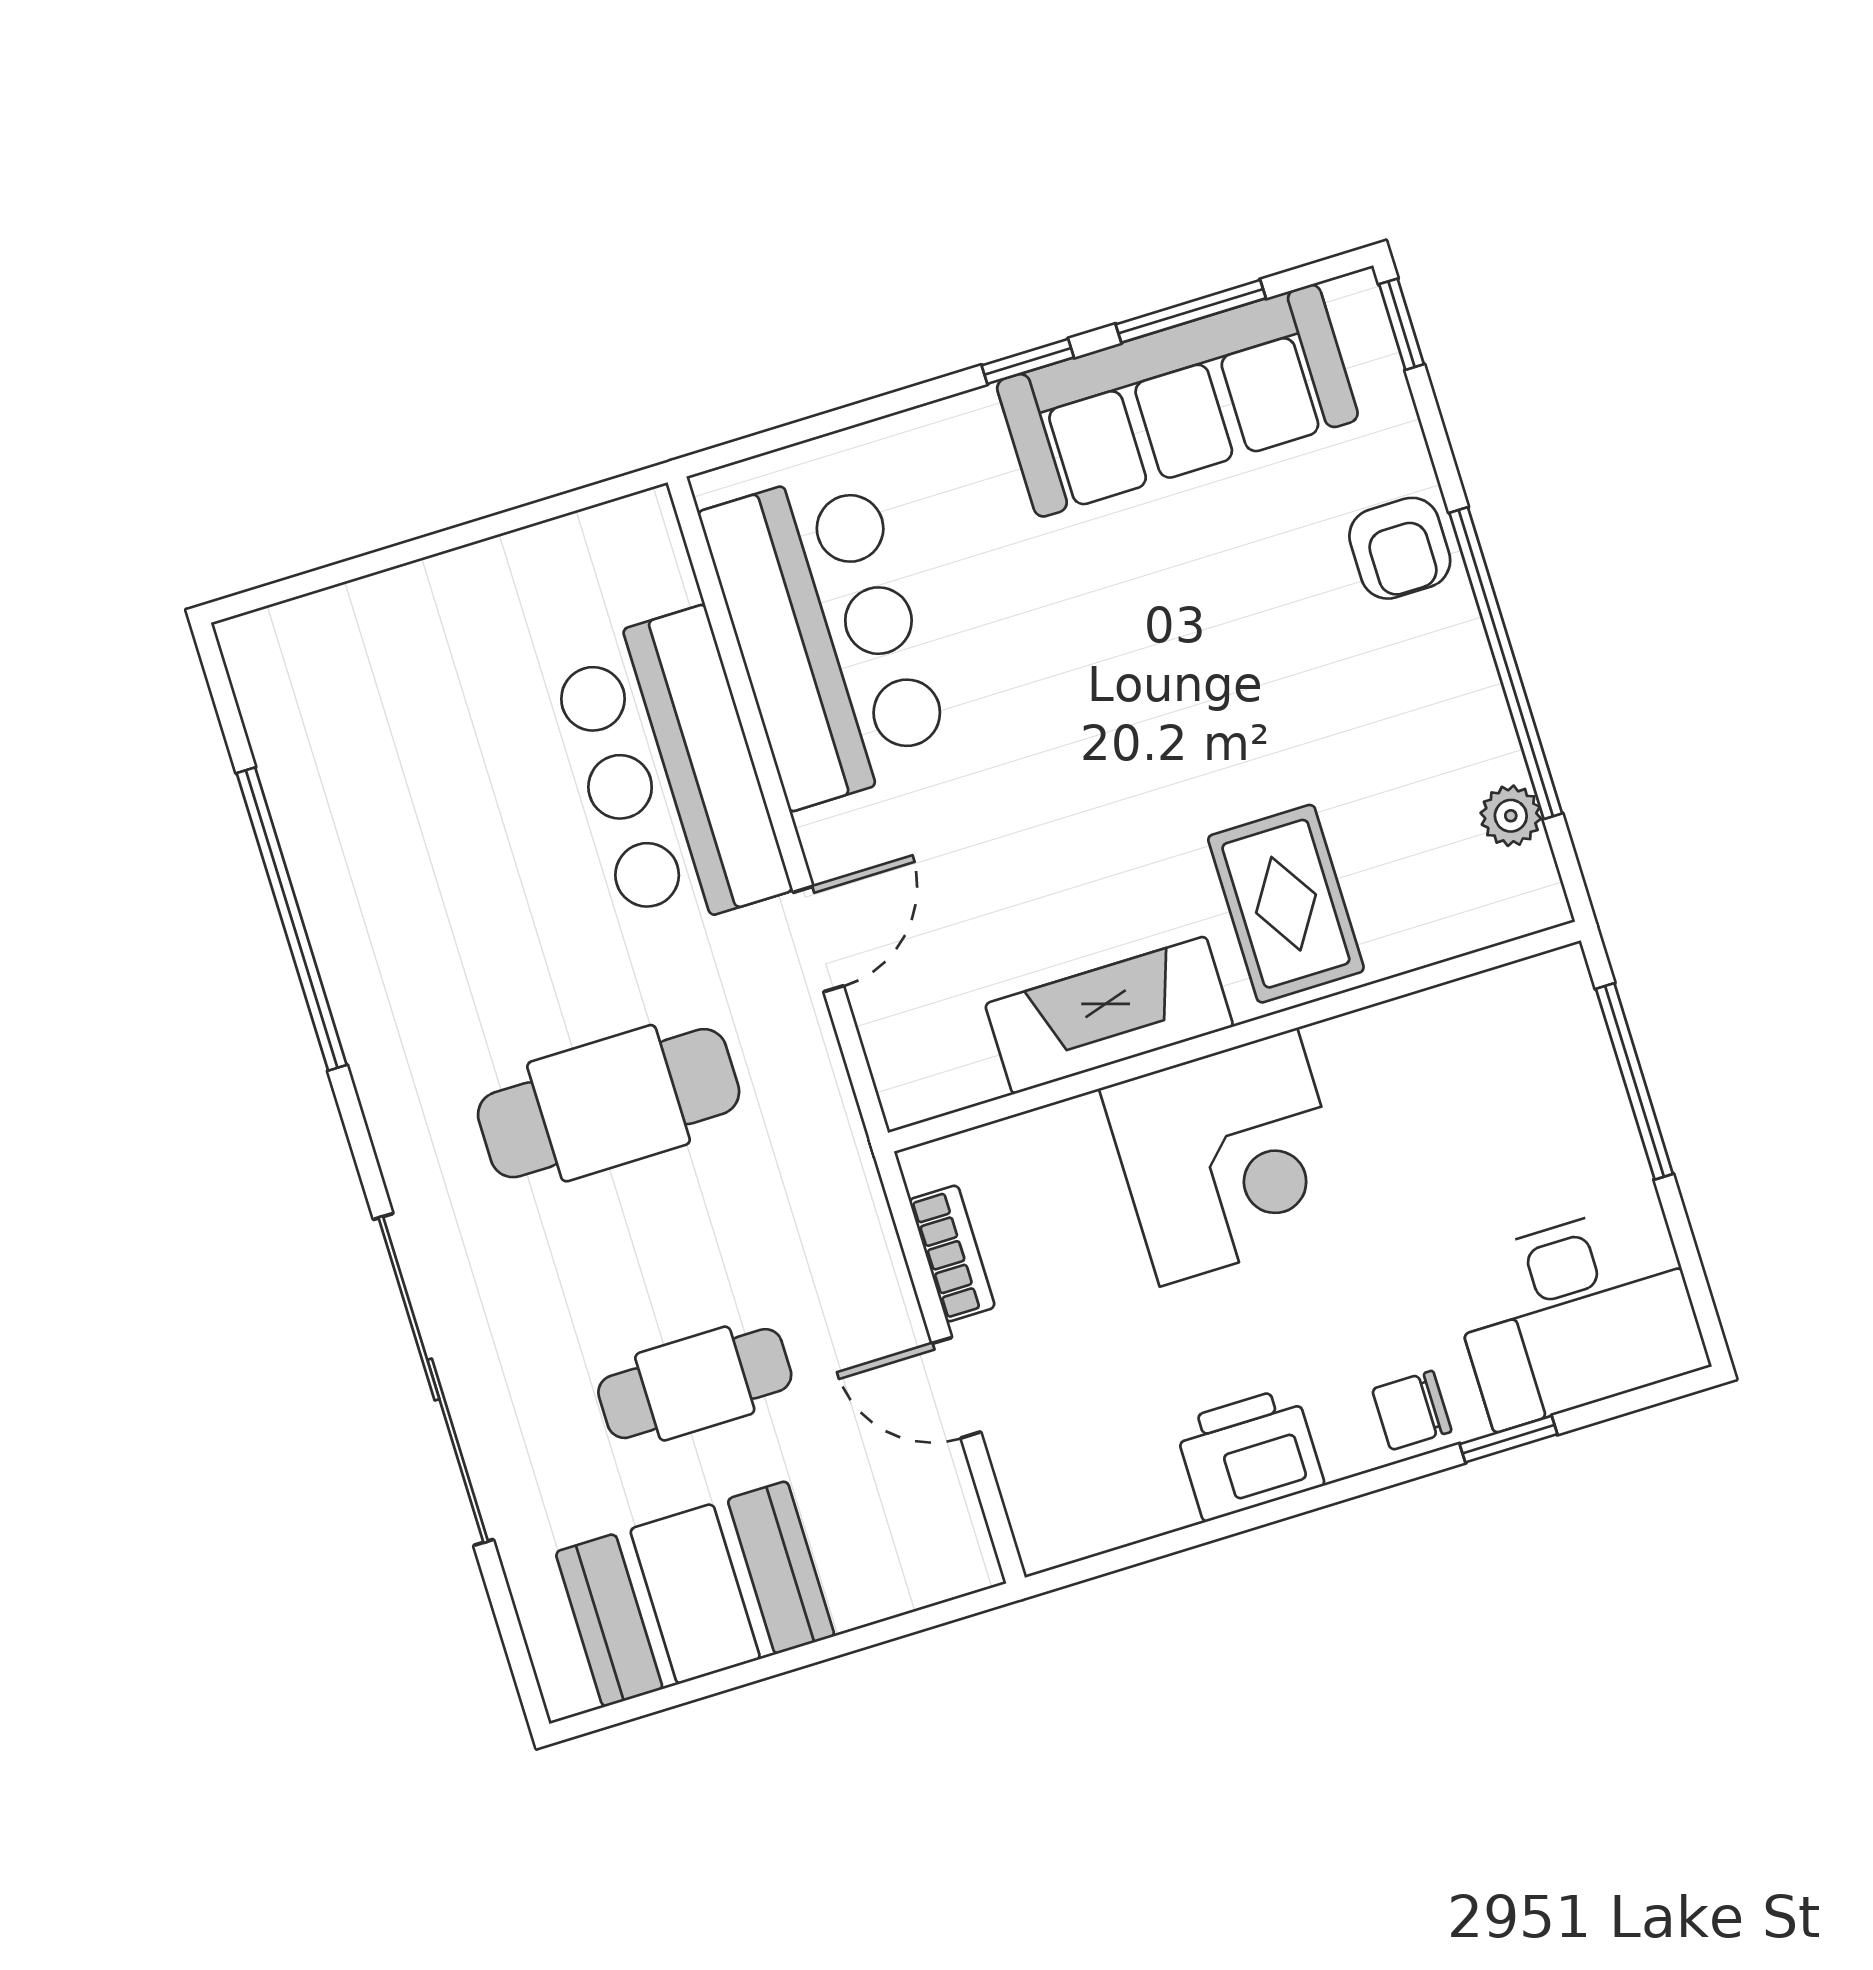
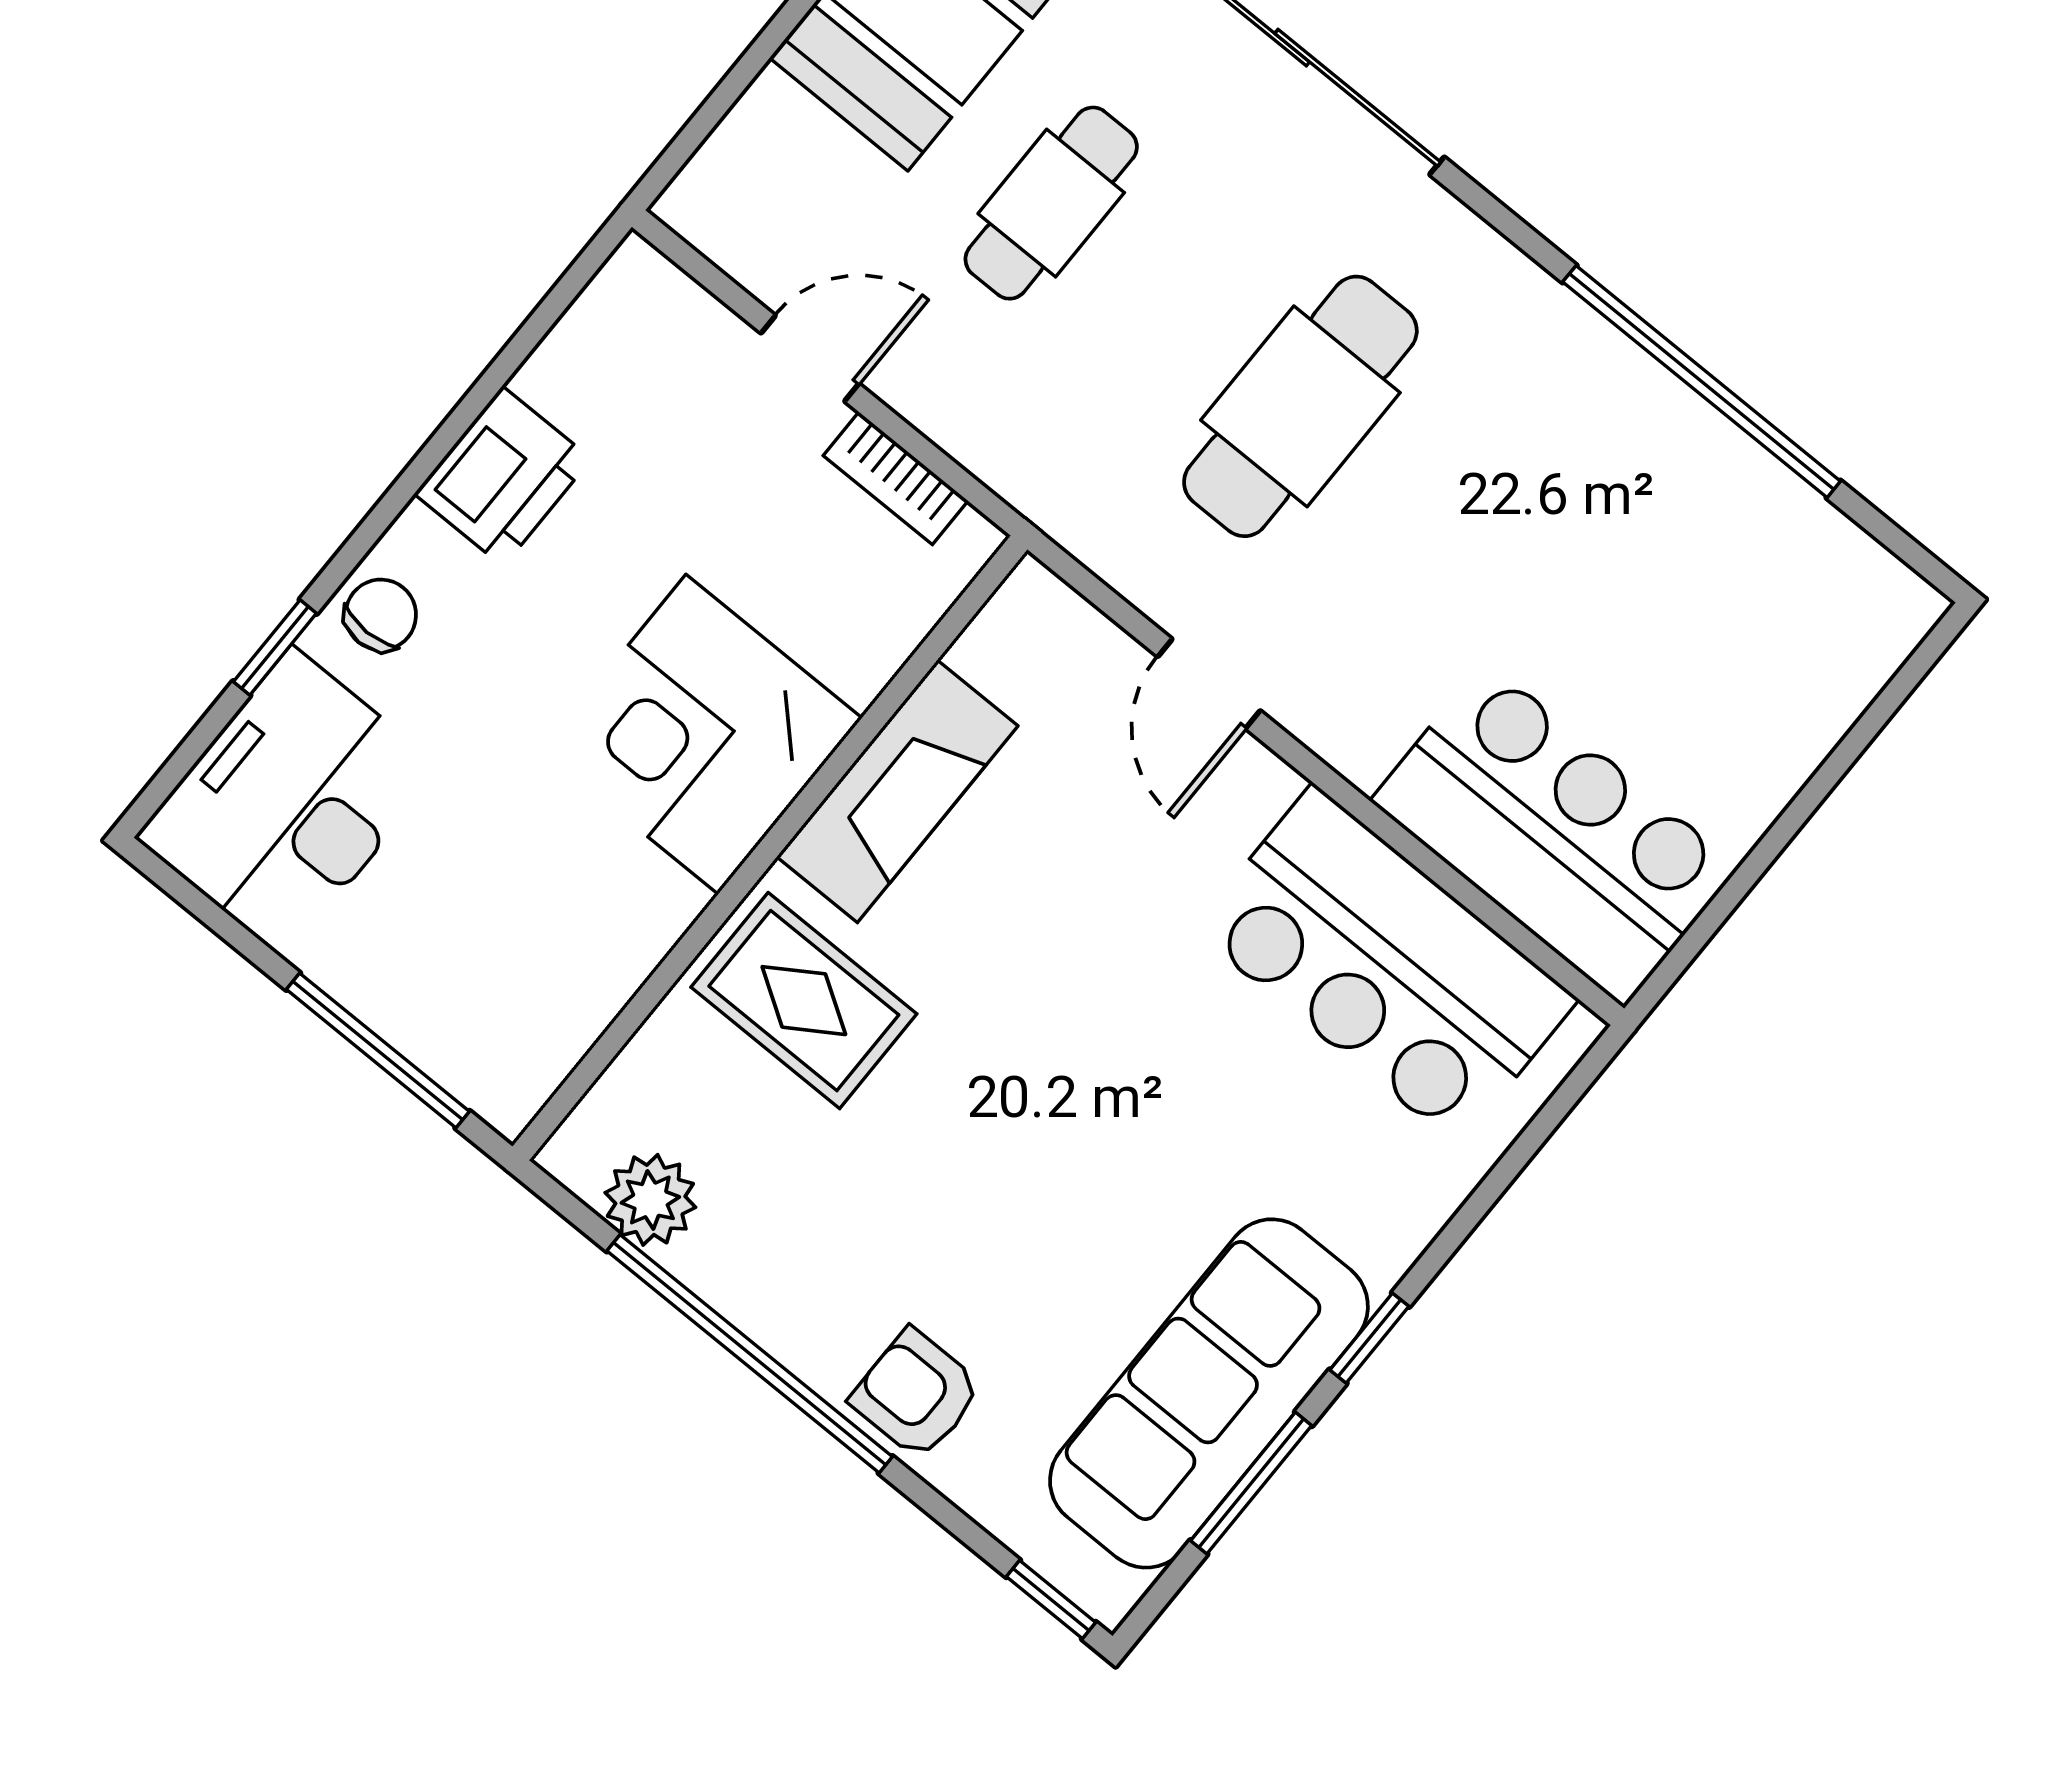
bar counter: (669, 772) -> (1555, 834), moved
plant: (1511, 816) -> (650, 1200), width x1.38, depth x1.38

